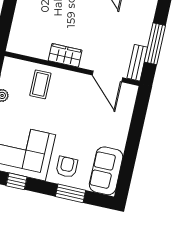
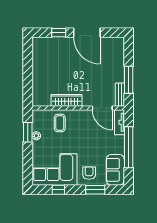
wardrobe: (65, 55) -> (67, 100), width x1.50
tv unit: (128, 103) -> (119, 122), added
window: (133, 142) -> (129, 147), added

